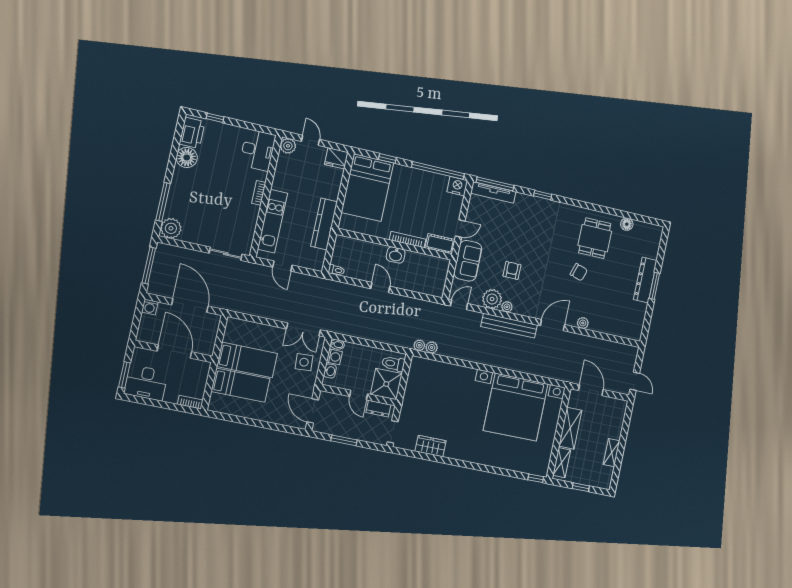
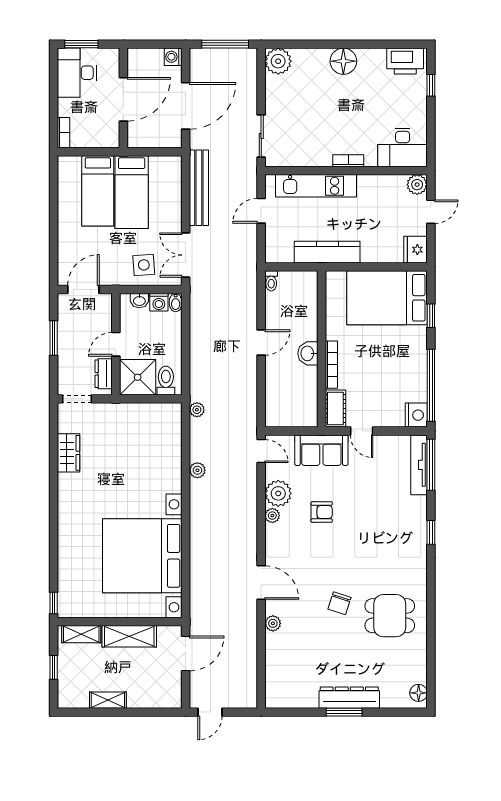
floor lamp: (187, 157) -> (343, 61), moved
window: (163, 202) -> (309, 44), removed
floor lamp: (627, 224) -> (419, 693), moved
bench: (509, 326) -> (199, 188), moved
plant: (432, 348) -> (197, 470), moved

